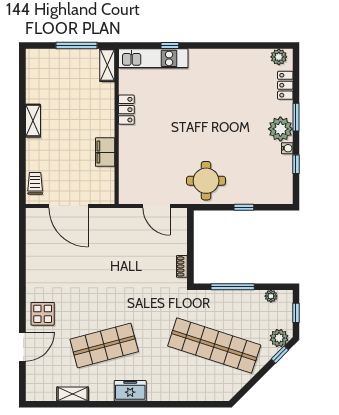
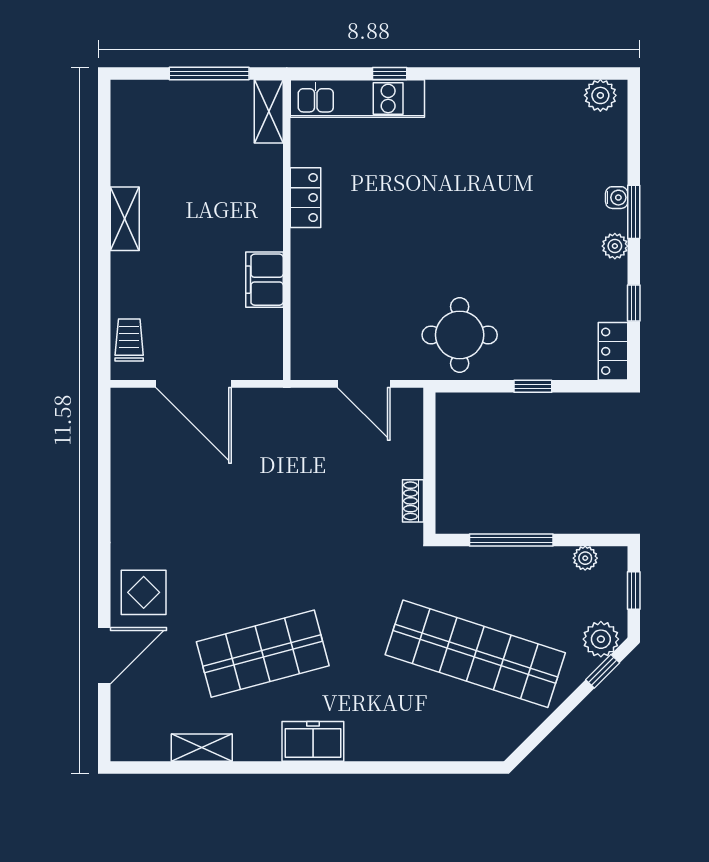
locker: (285, 85) -> (613, 351), moved
plant: (280, 129) -> (615, 246), width x0.53, depth x0.53
water cooler: (287, 148) -> (617, 198), moved

